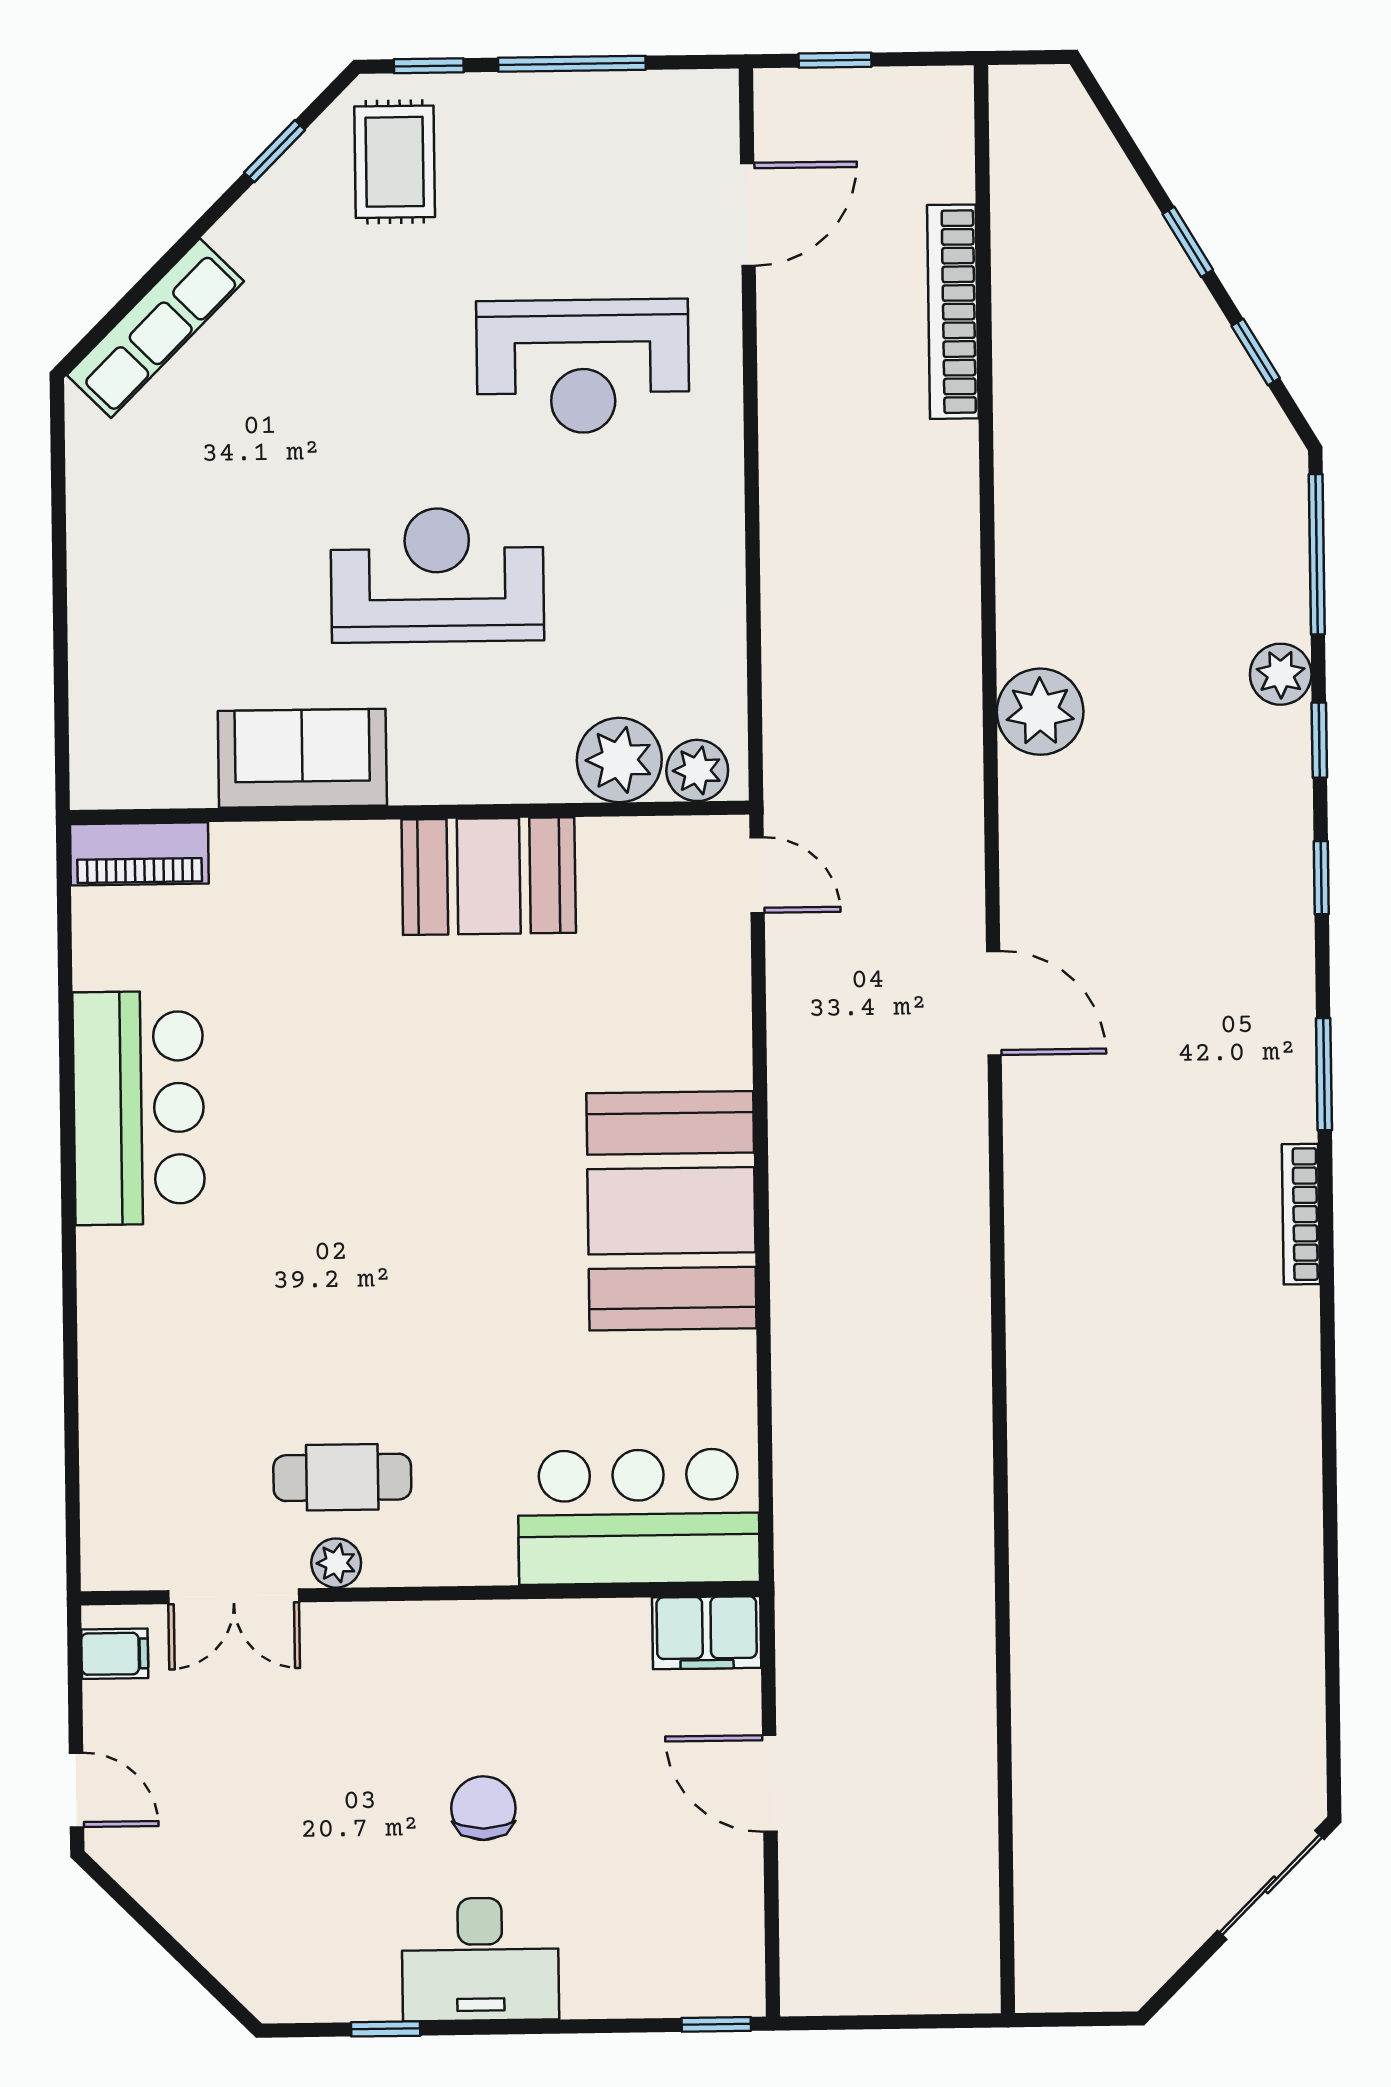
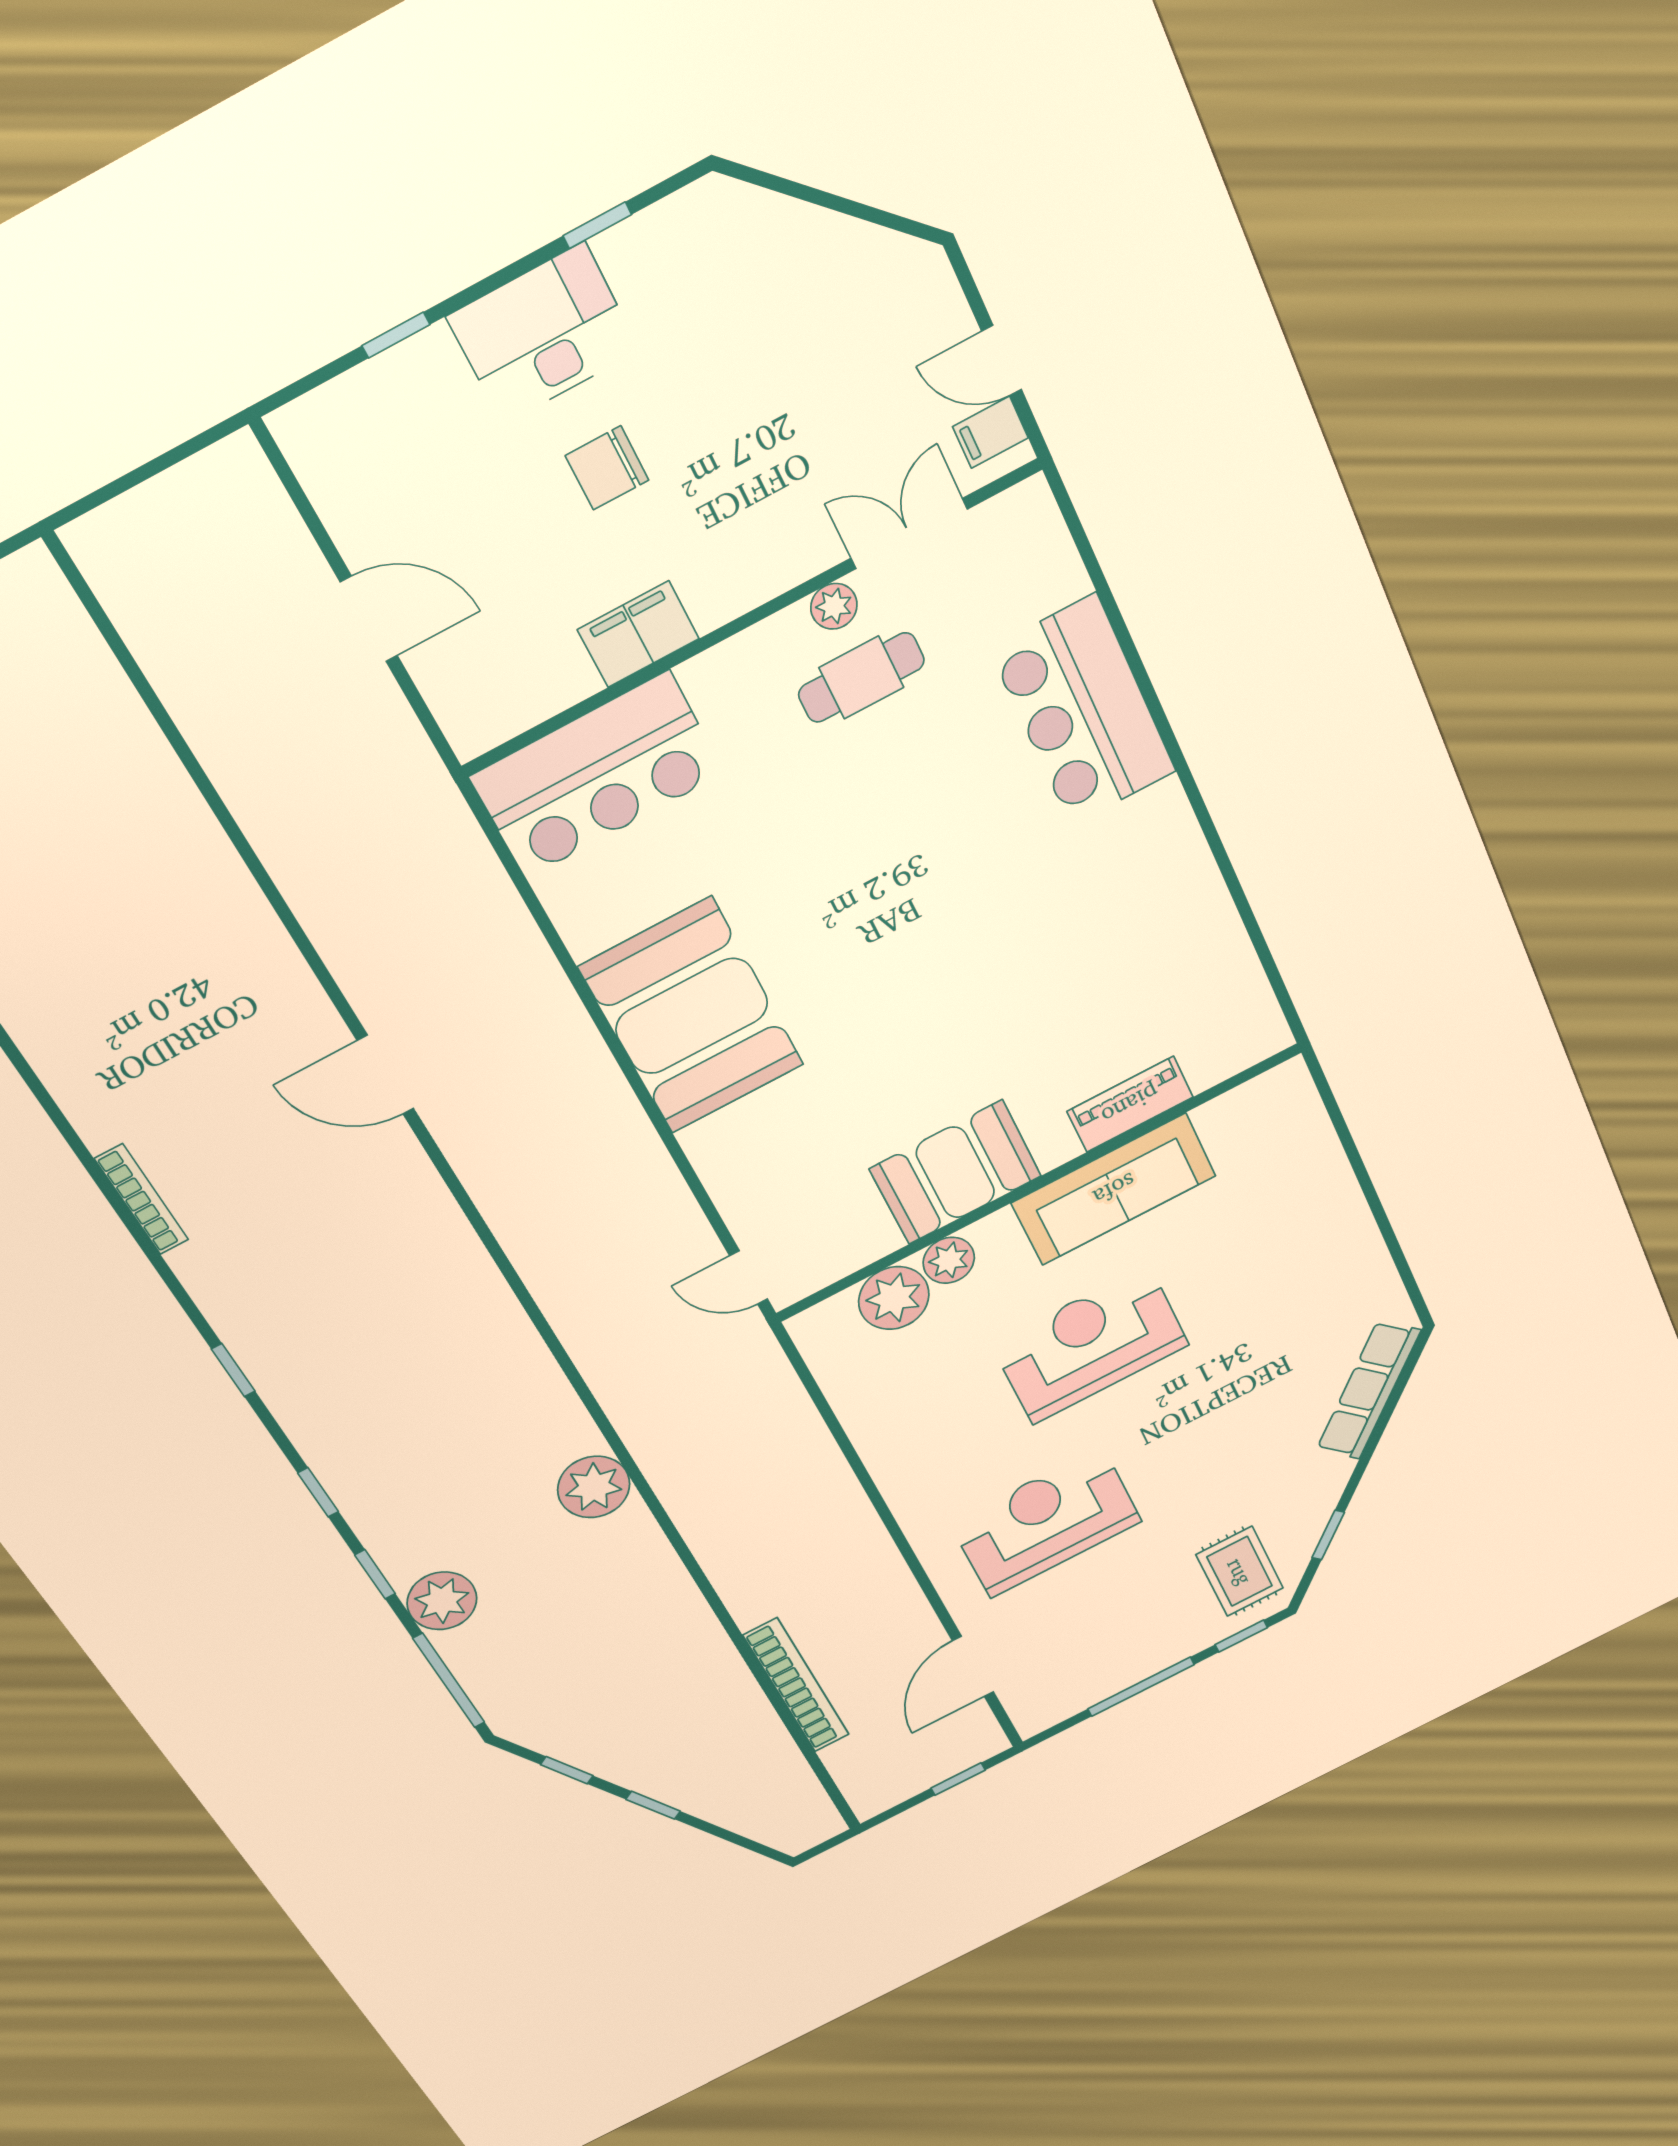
reception desk: (437, 575) -> (1090, 1345), turned 180
plant: (1281, 674) -> (442, 1601), width x1.36, depth x1.36
sofa: (302, 758) -> (1114, 1189), width x1.36
plant: (697, 770) -> (949, 1260), moved
piano: (139, 854) -> (1130, 1104), moved
door: (994, 1003) -> (385, 1075), moved
window: (1324, 1074) -> (233, 1370), width x0.67
bar counter: (139, 1108) -> (1083, 711), moved
bookcase: (1301, 1214) -> (142, 1199), moved
filing cabinet: (707, 1633) -> (638, 634), moved
door: (77, 1790) -> (1002, 360), moved
chair: (483, 1808) -> (607, 468), turned 90
window: (716, 2024) -> (396, 335), moved

